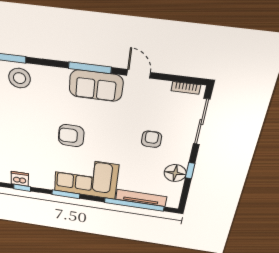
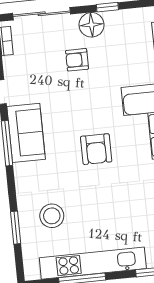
stool: (20, 78) -> (52, 216), moved
floor lamp: (175, 173) -> (92, 25), moved

